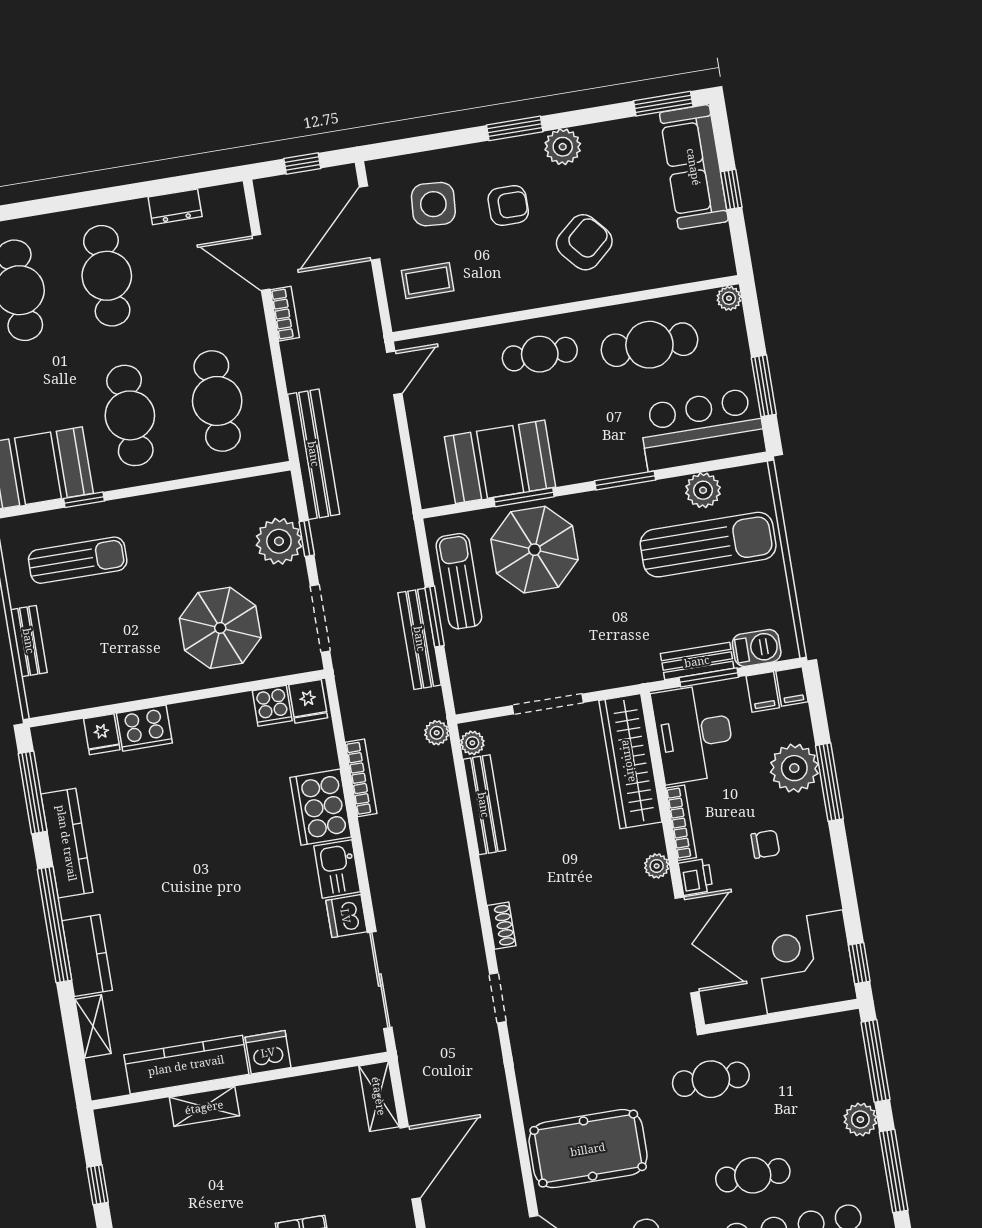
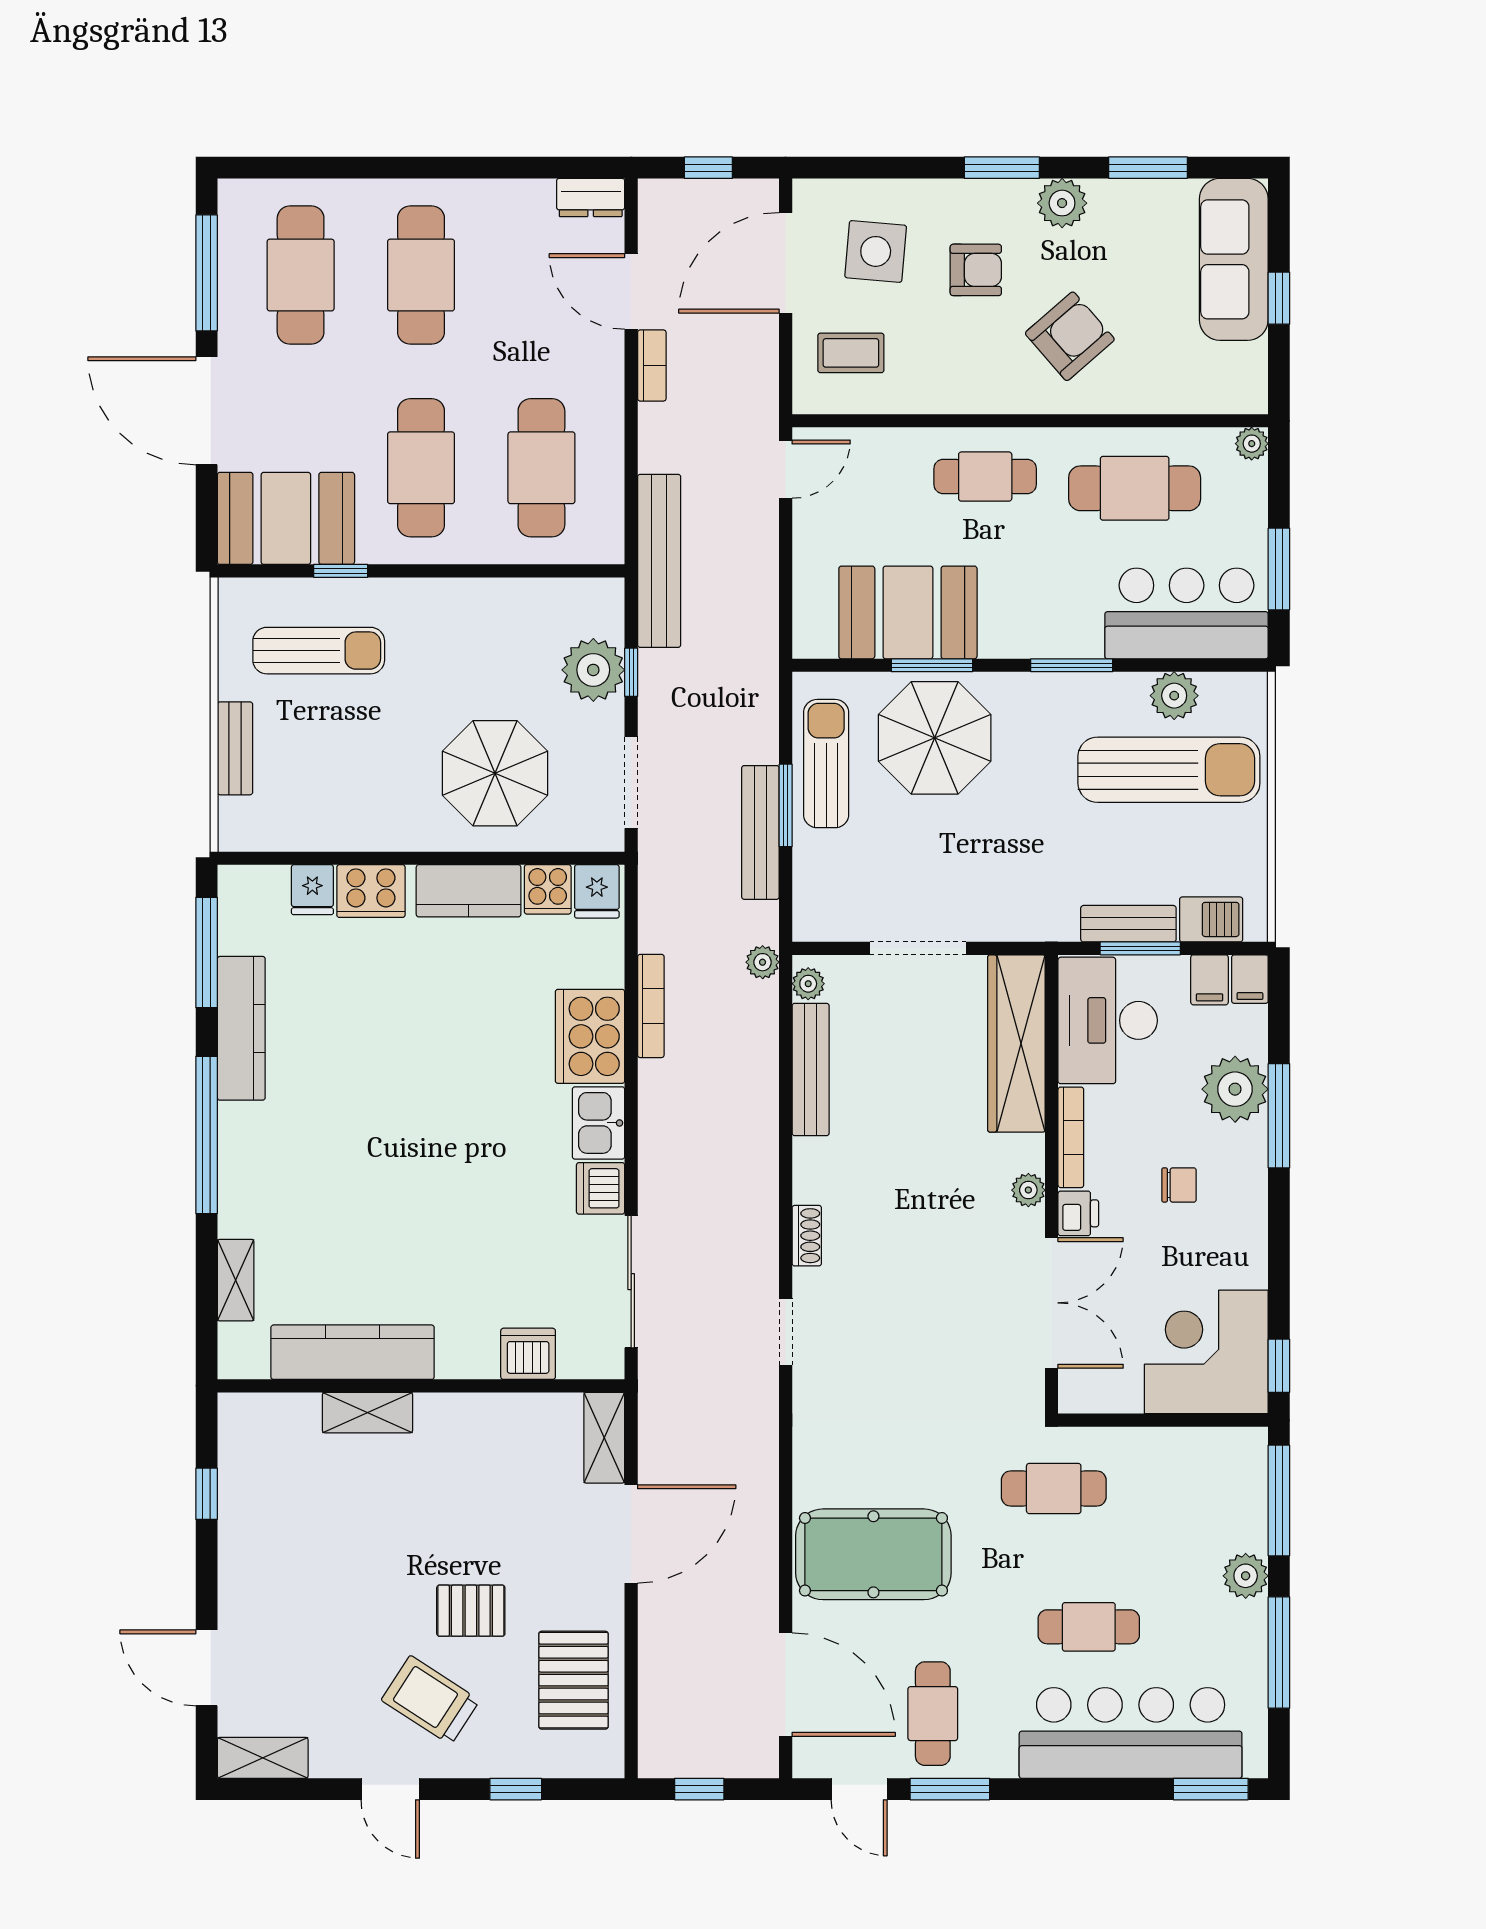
window: (663, 104) -> (1148, 168), moved
dresser: (175, 207) -> (591, 198), moved
kitchen counter: (87, 955) -> (469, 891), moved, turned 90
dishwasher: (268, 1052) -> (528, 1354), moved

